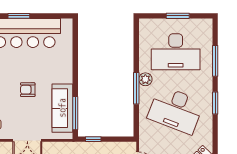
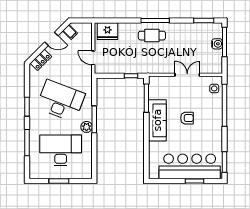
sofa: (62, 108) -> (157, 120), moved

